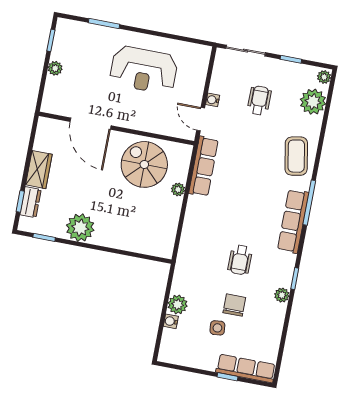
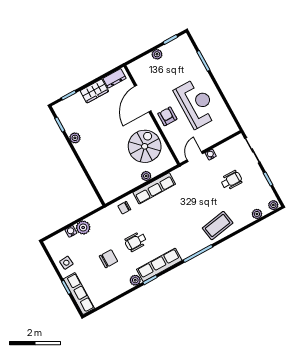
reception desk: (144, 70) -> (196, 103), turned 180
plant: (313, 102) -> (257, 214), width x0.53, depth x0.53
armchair: (132, 113) -> (167, 116), added
row of seats: (204, 166) -> (154, 188), moved
dresser: (31, 202) -> (114, 78), moved
row of seats: (293, 221) -> (159, 265), moved
plant: (80, 228) -> (75, 138), width x0.53, depth x0.53
chair: (193, 242) -> (124, 208), added
side table: (217, 328) -> (66, 263), moved

